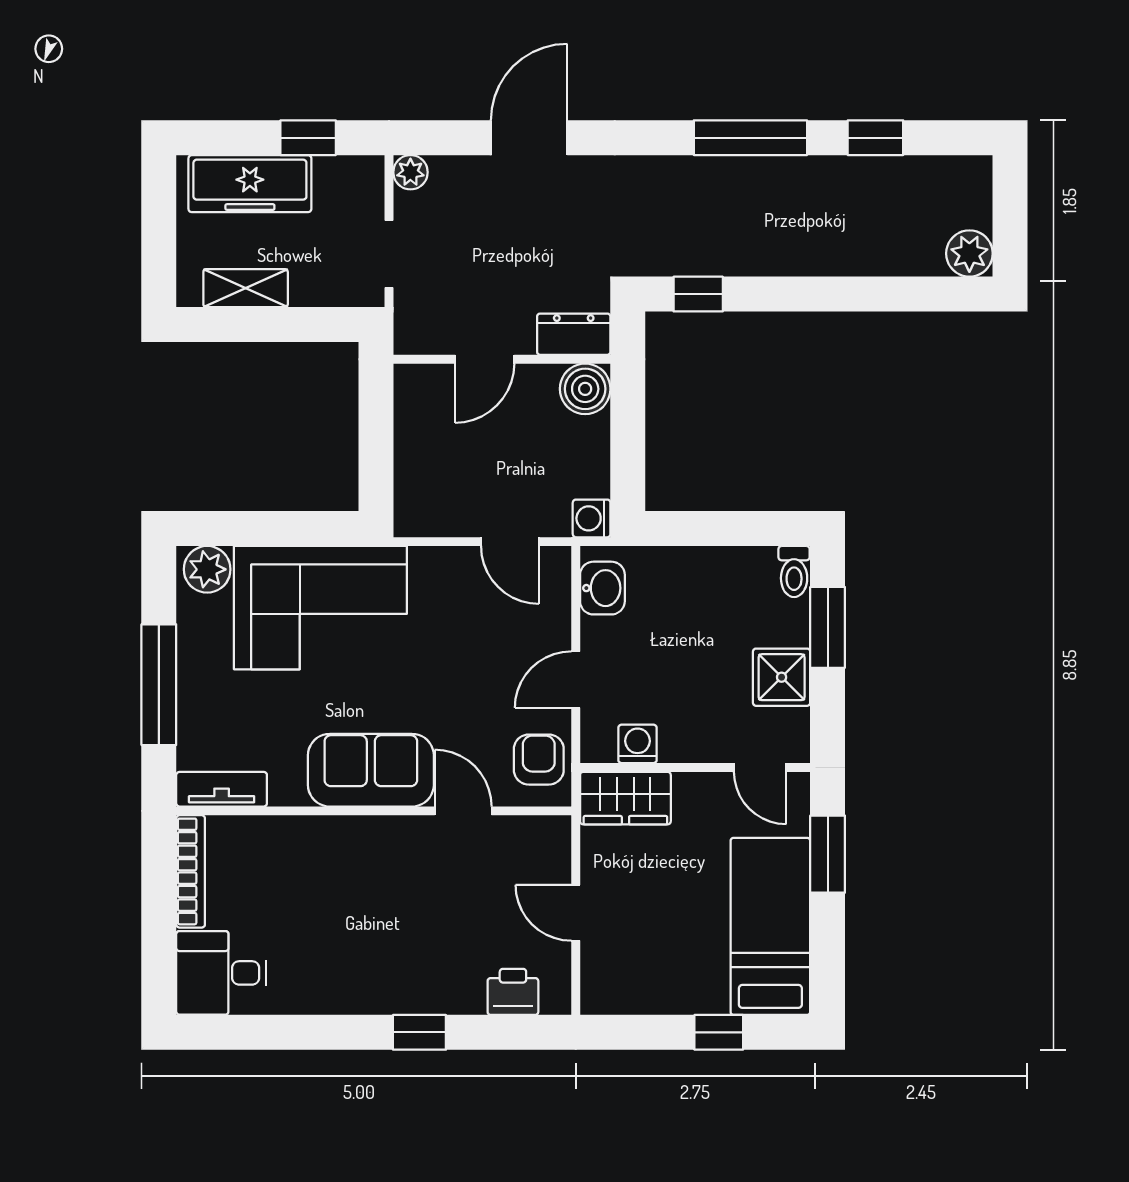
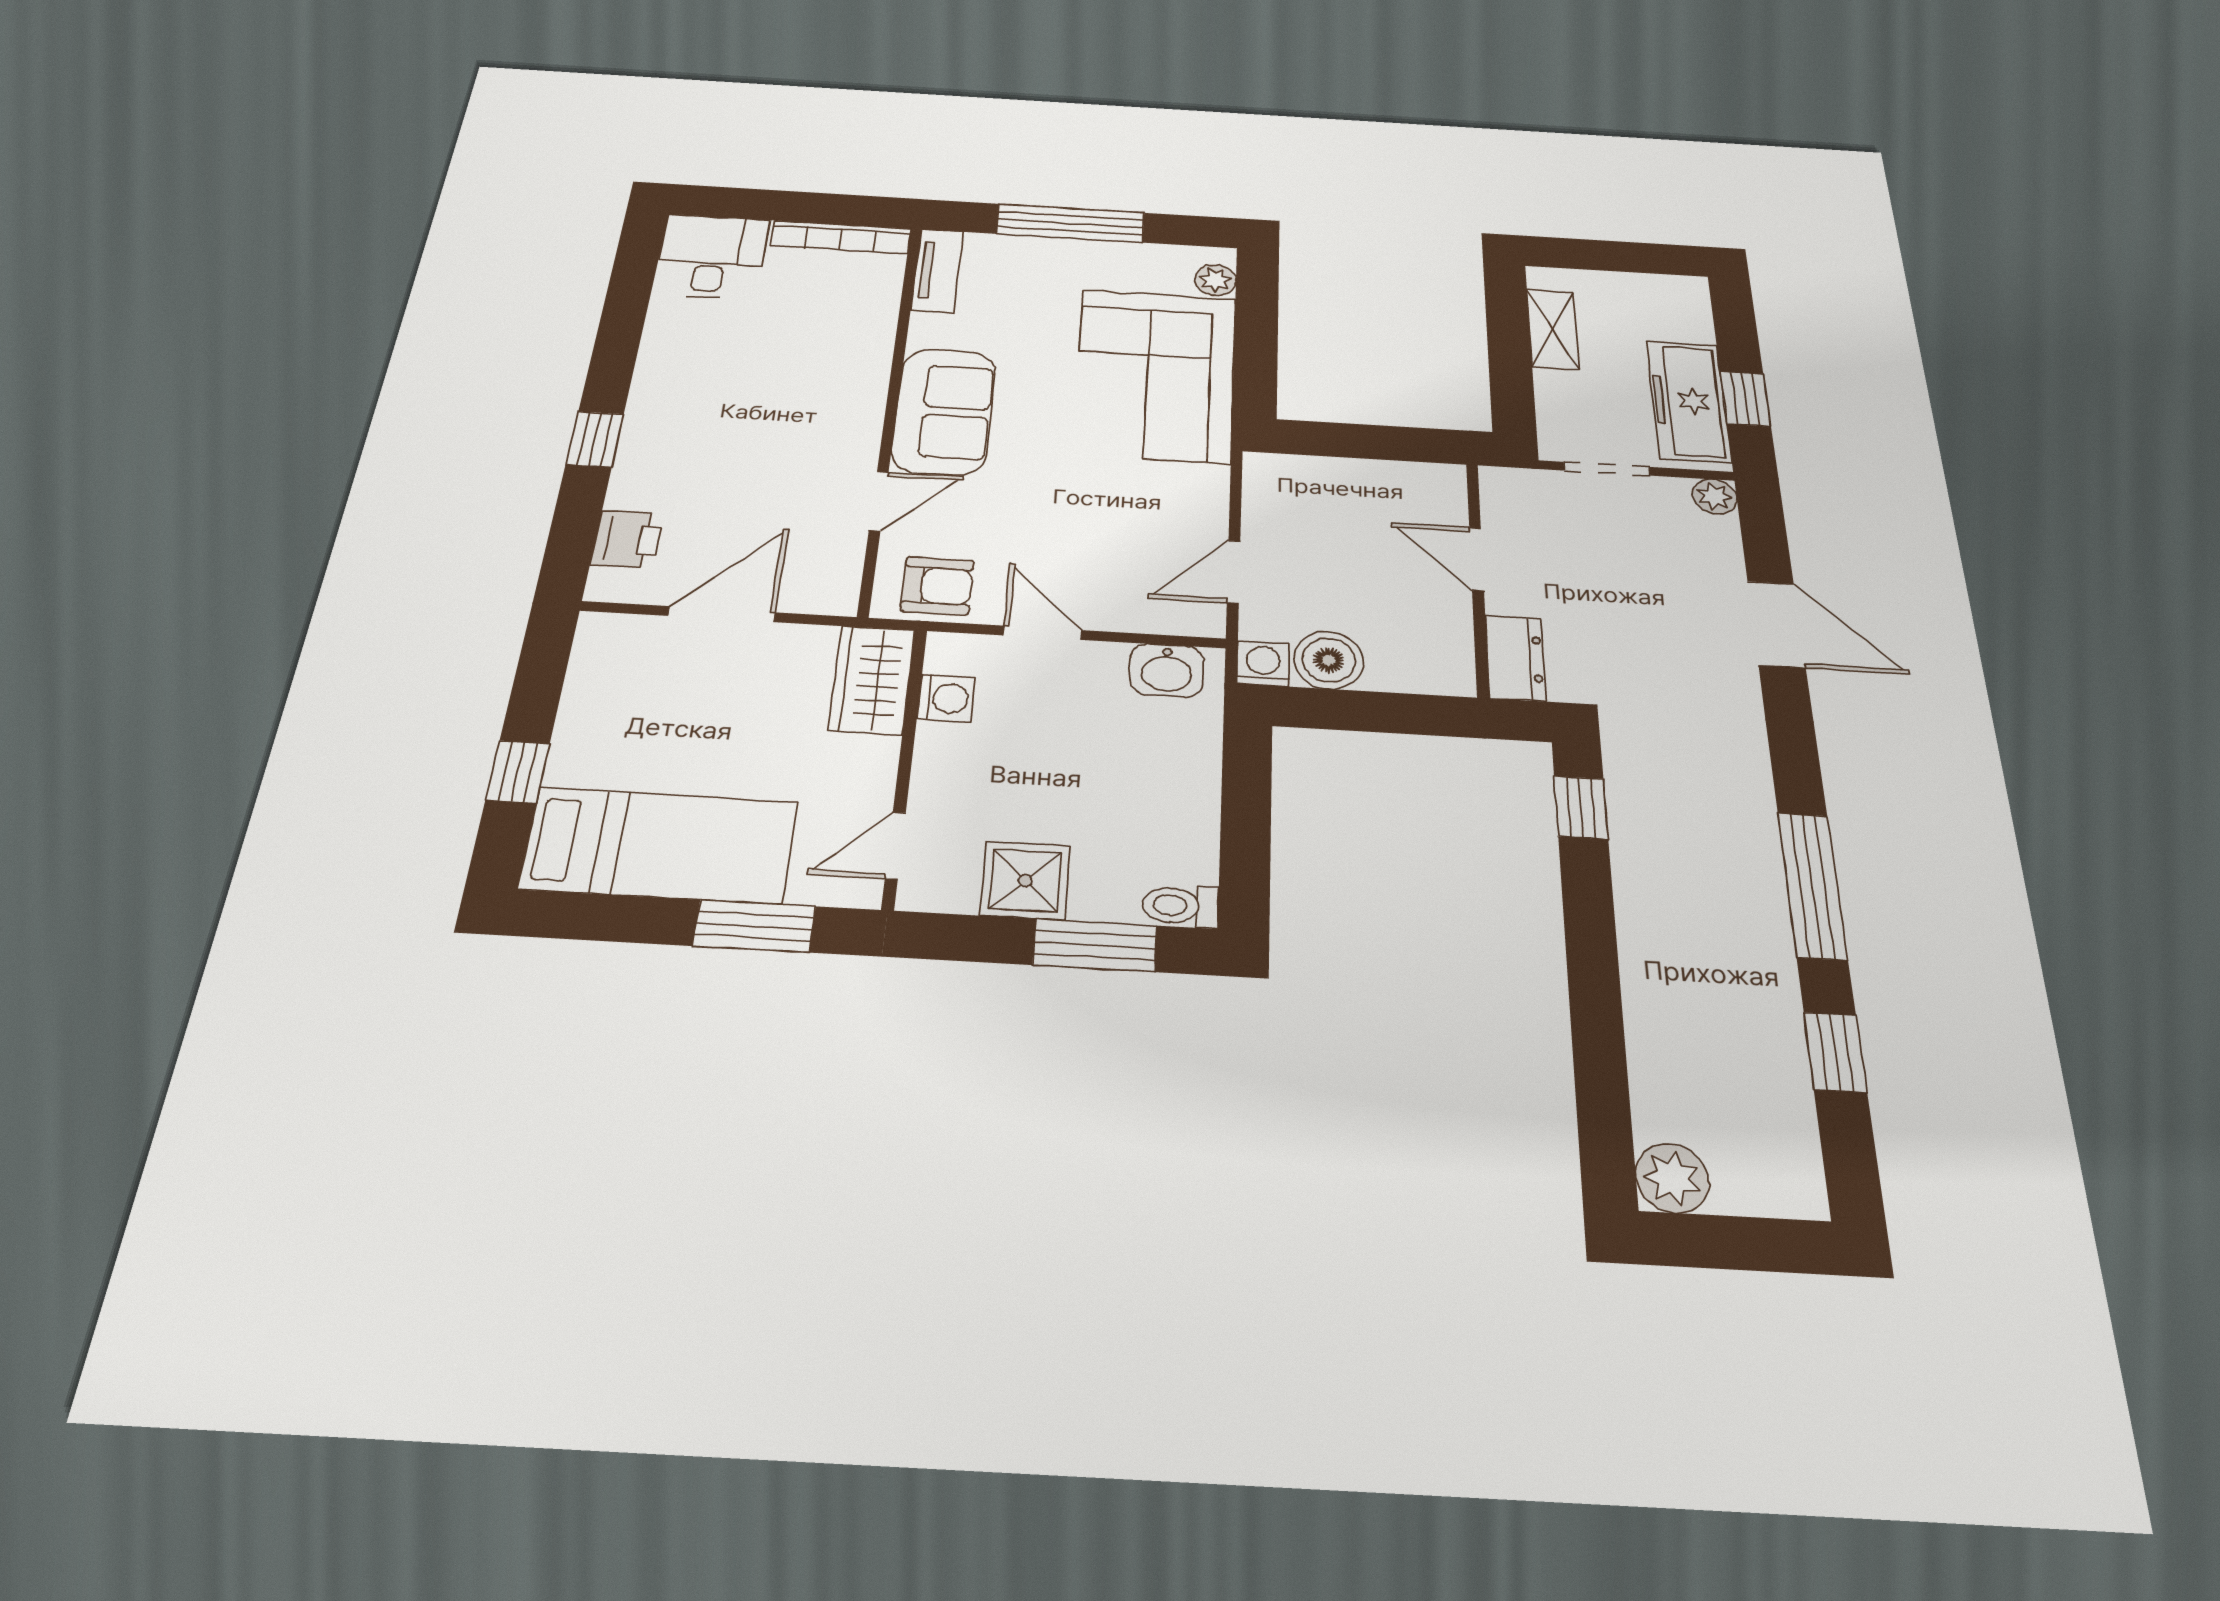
freezer: (250, 184) -> (1689, 401), moved
boiler: (585, 389) -> (1329, 660), moved
plant: (207, 569) -> (1215, 280), width x0.73, depth x0.73
door: (576, 913) -> (722, 614), width x1.38

